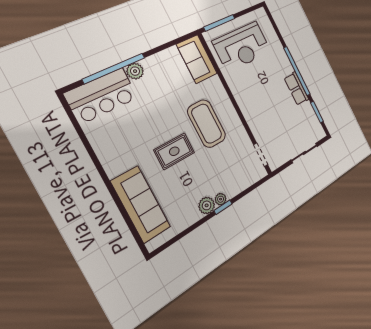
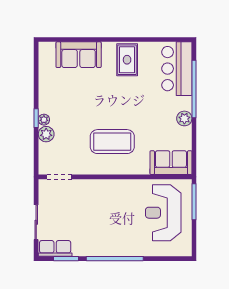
plant: (135, 71) -> (184, 118), moved
row of seats: (296, 89) -> (55, 248), moved
rug: (174, 151) -> (127, 60), moved
sofa: (141, 204) -> (79, 55), width x0.73
plant: (207, 205) -> (46, 134), moved

